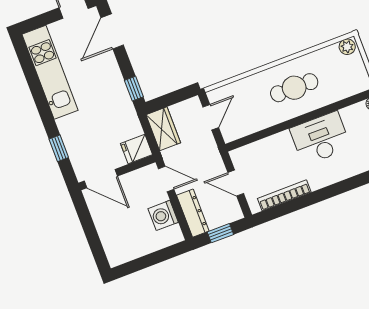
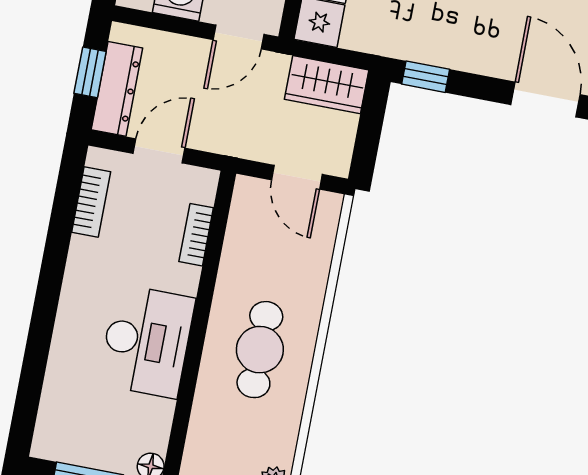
bookcase: (262, 145) -> (196, 235), added
bookcase: (284, 195) -> (91, 202), width x0.64
dresser: (193, 213) -> (117, 89), moved, turned -90

